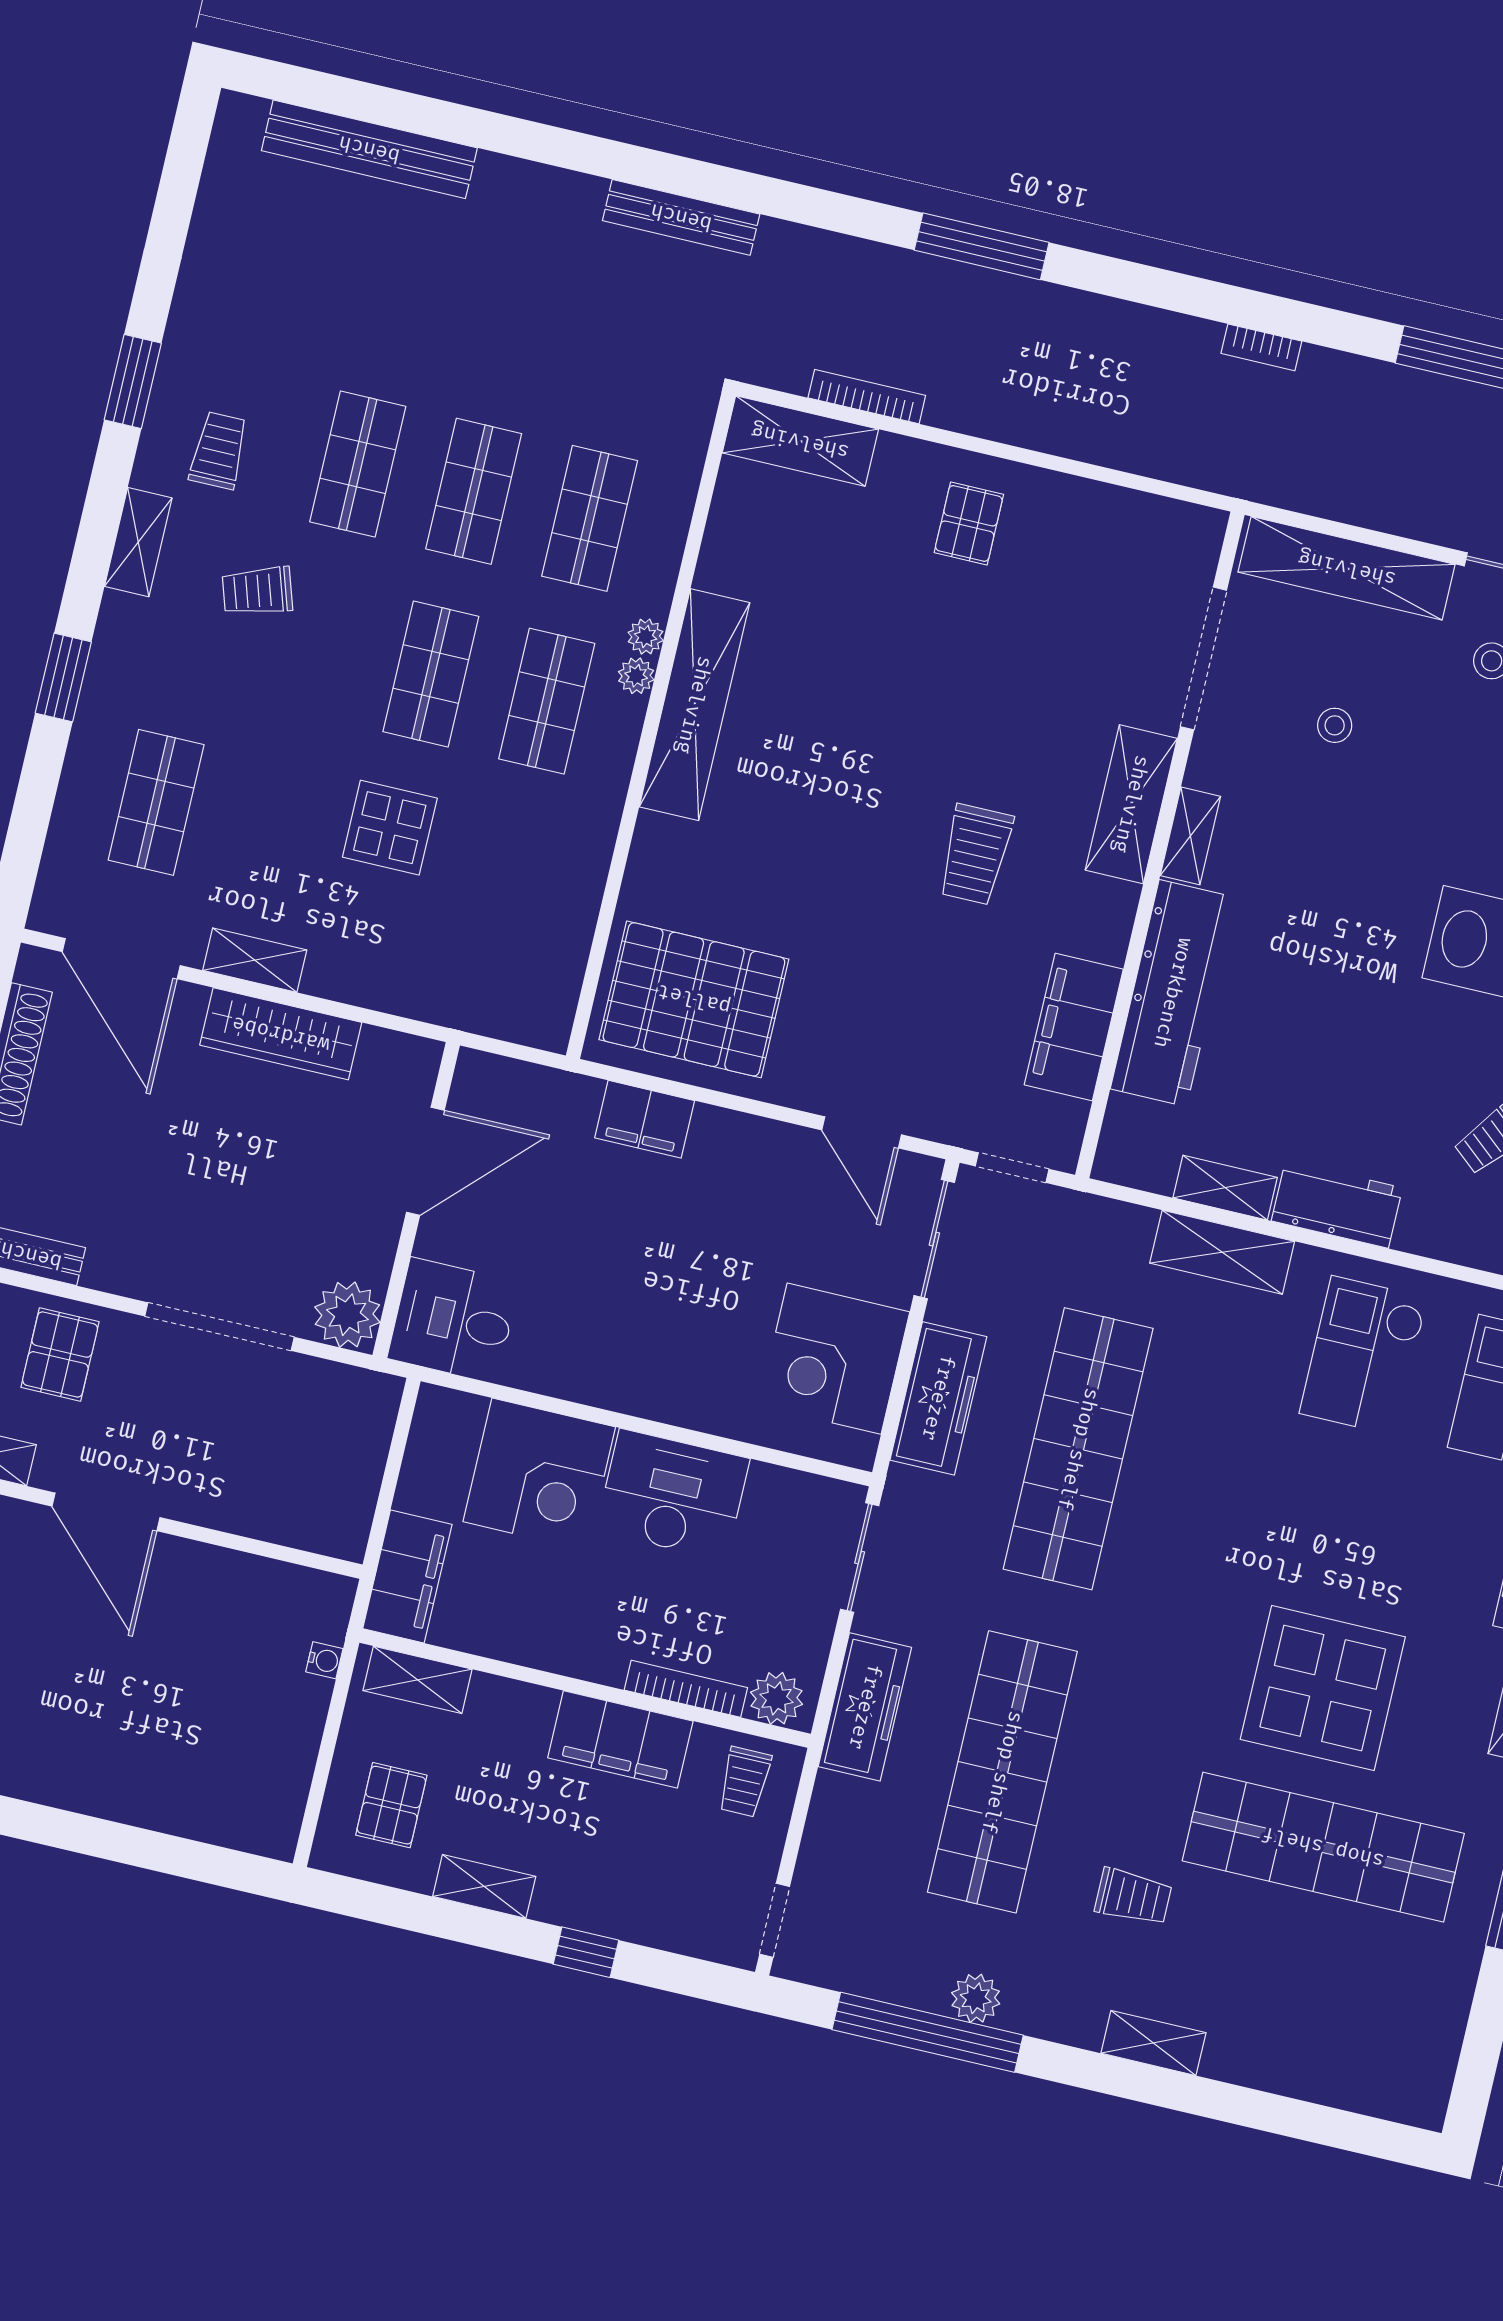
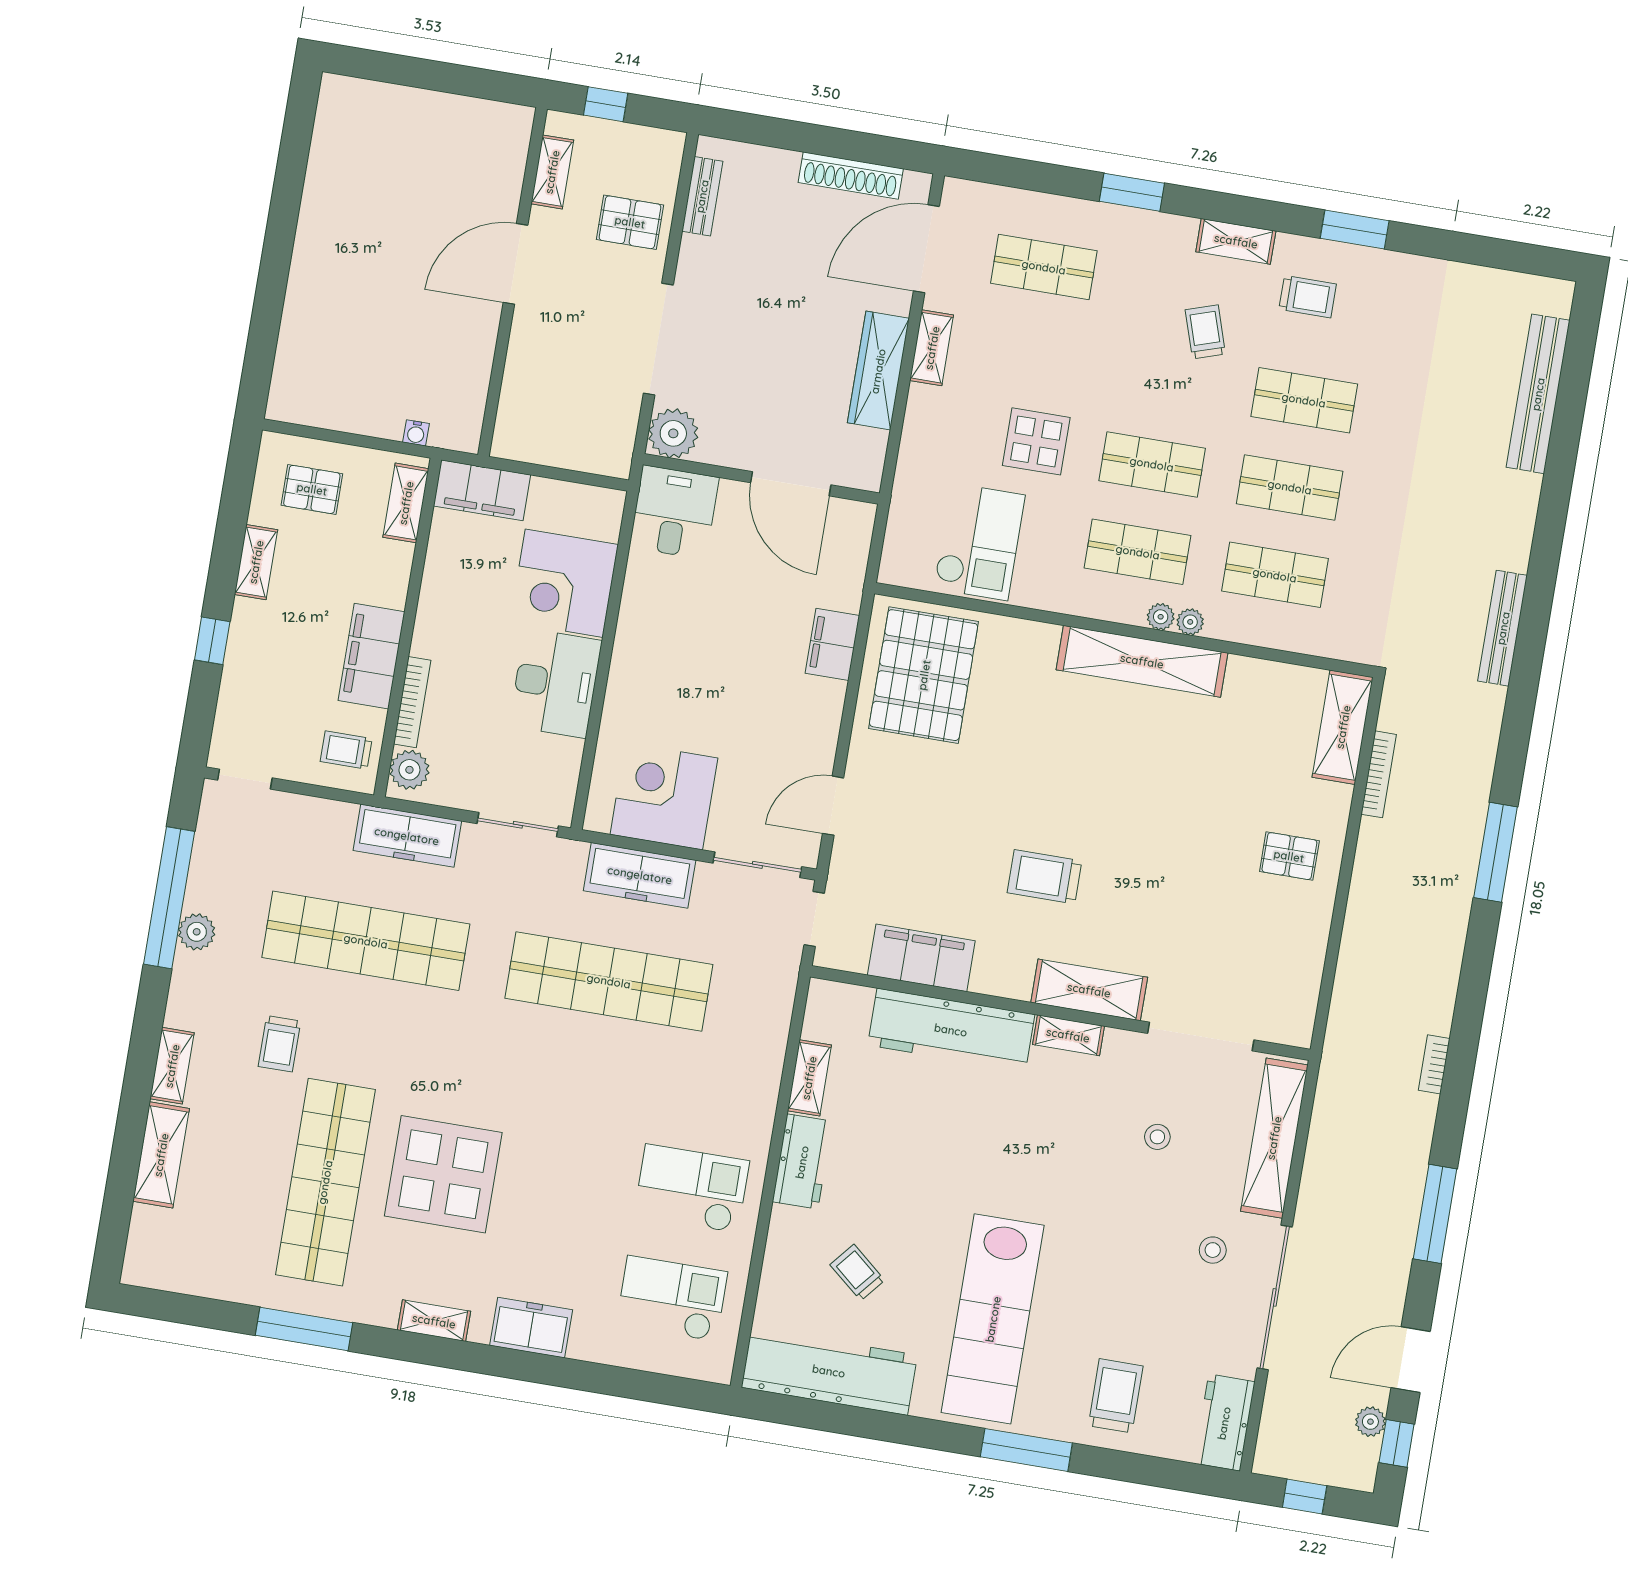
checkout: (520, 913) -> (979, 542), added
shelving: (1222, 1252) -> (161, 1155), moved

